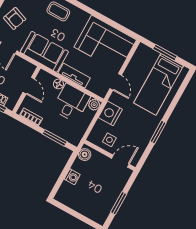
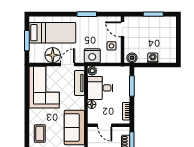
floor lamp: (134, 72) -> (53, 55), added
tv unit: (74, 76) -> (79, 83), moved
door: (29, 86) -> (105, 125), swing flipped

